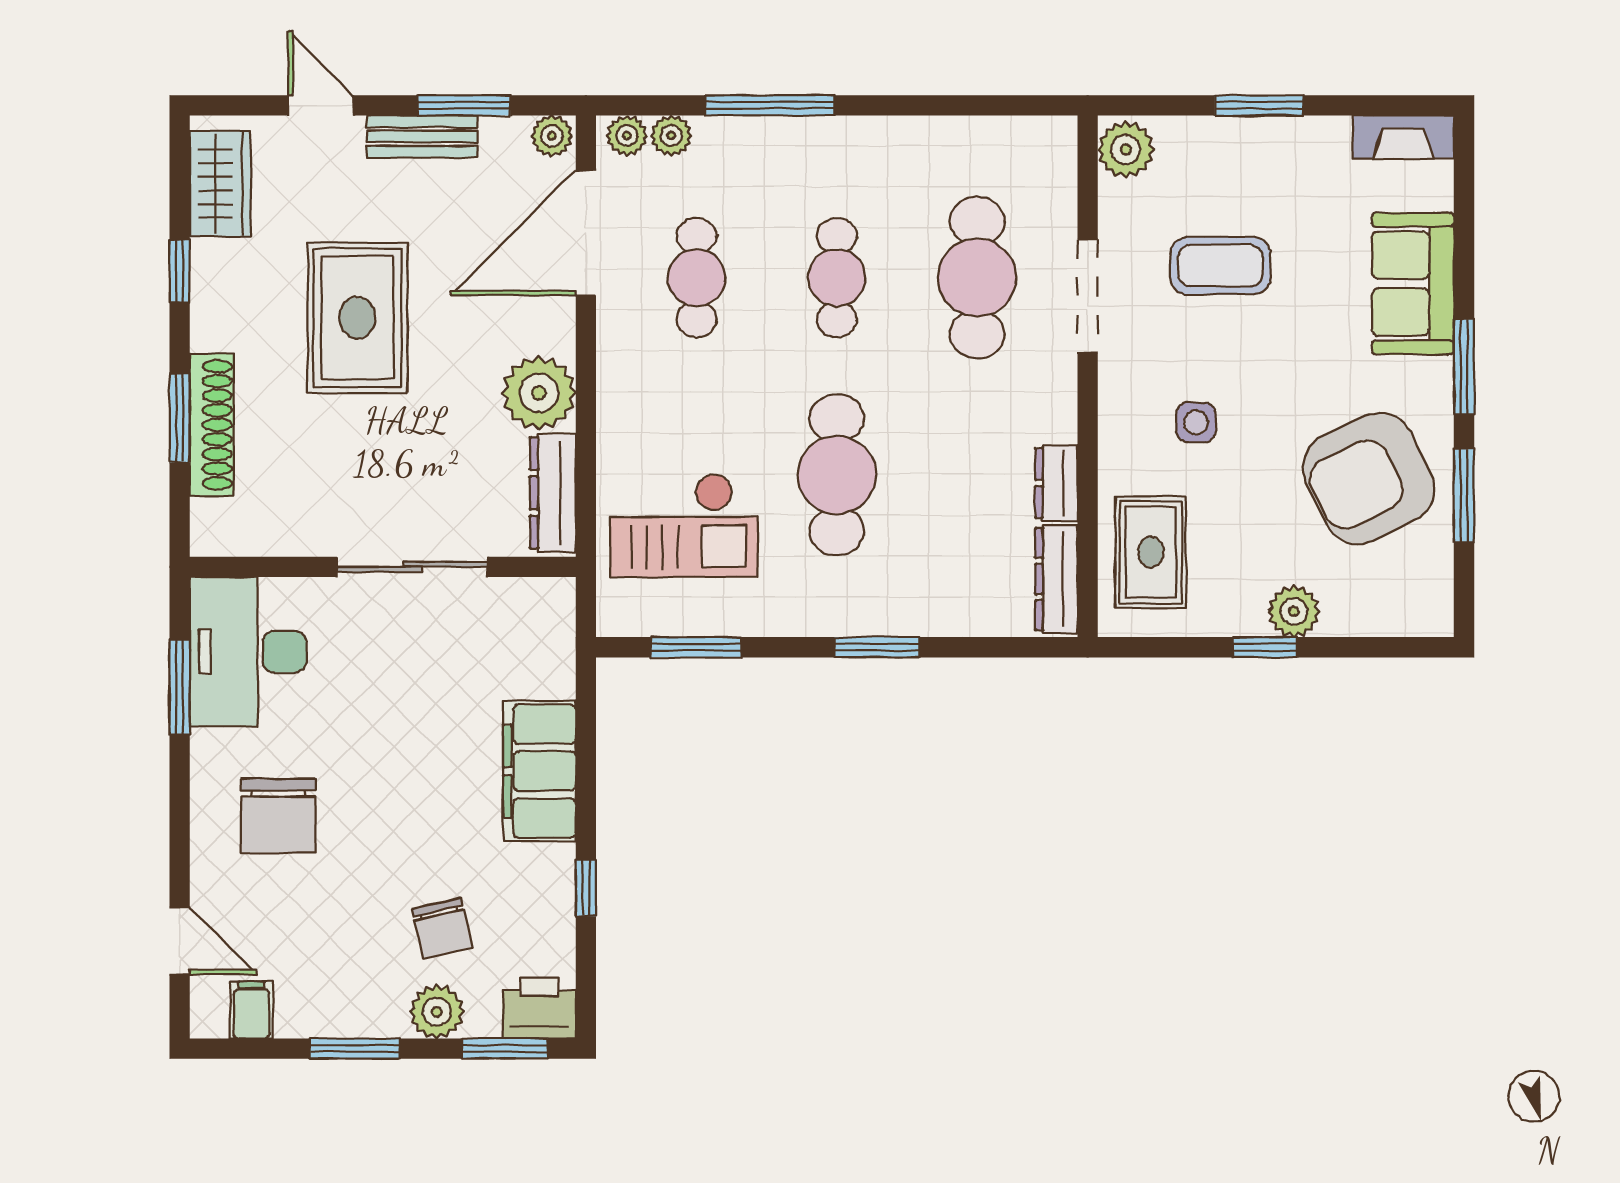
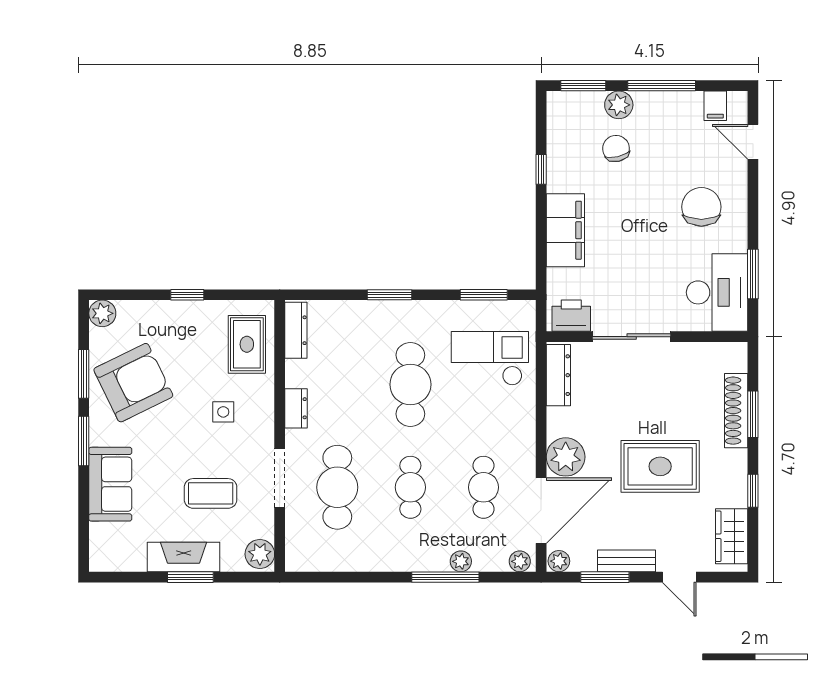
plant: (671, 136) -> (461, 561), moved
fireplace: (1403, 137) -> (184, 557), moved, width x1.37, depth x1.32
rug: (357, 318) -> (660, 466), turned 90
plant: (539, 393) -> (566, 457), moved
dresser: (1056, 483) -> (296, 408), moved
plant: (1294, 611) -> (102, 313), moved
printer: (539, 1008) -> (571, 316), moved, turned 180
window: (354, 1049) -> (662, 86), width x1.44

